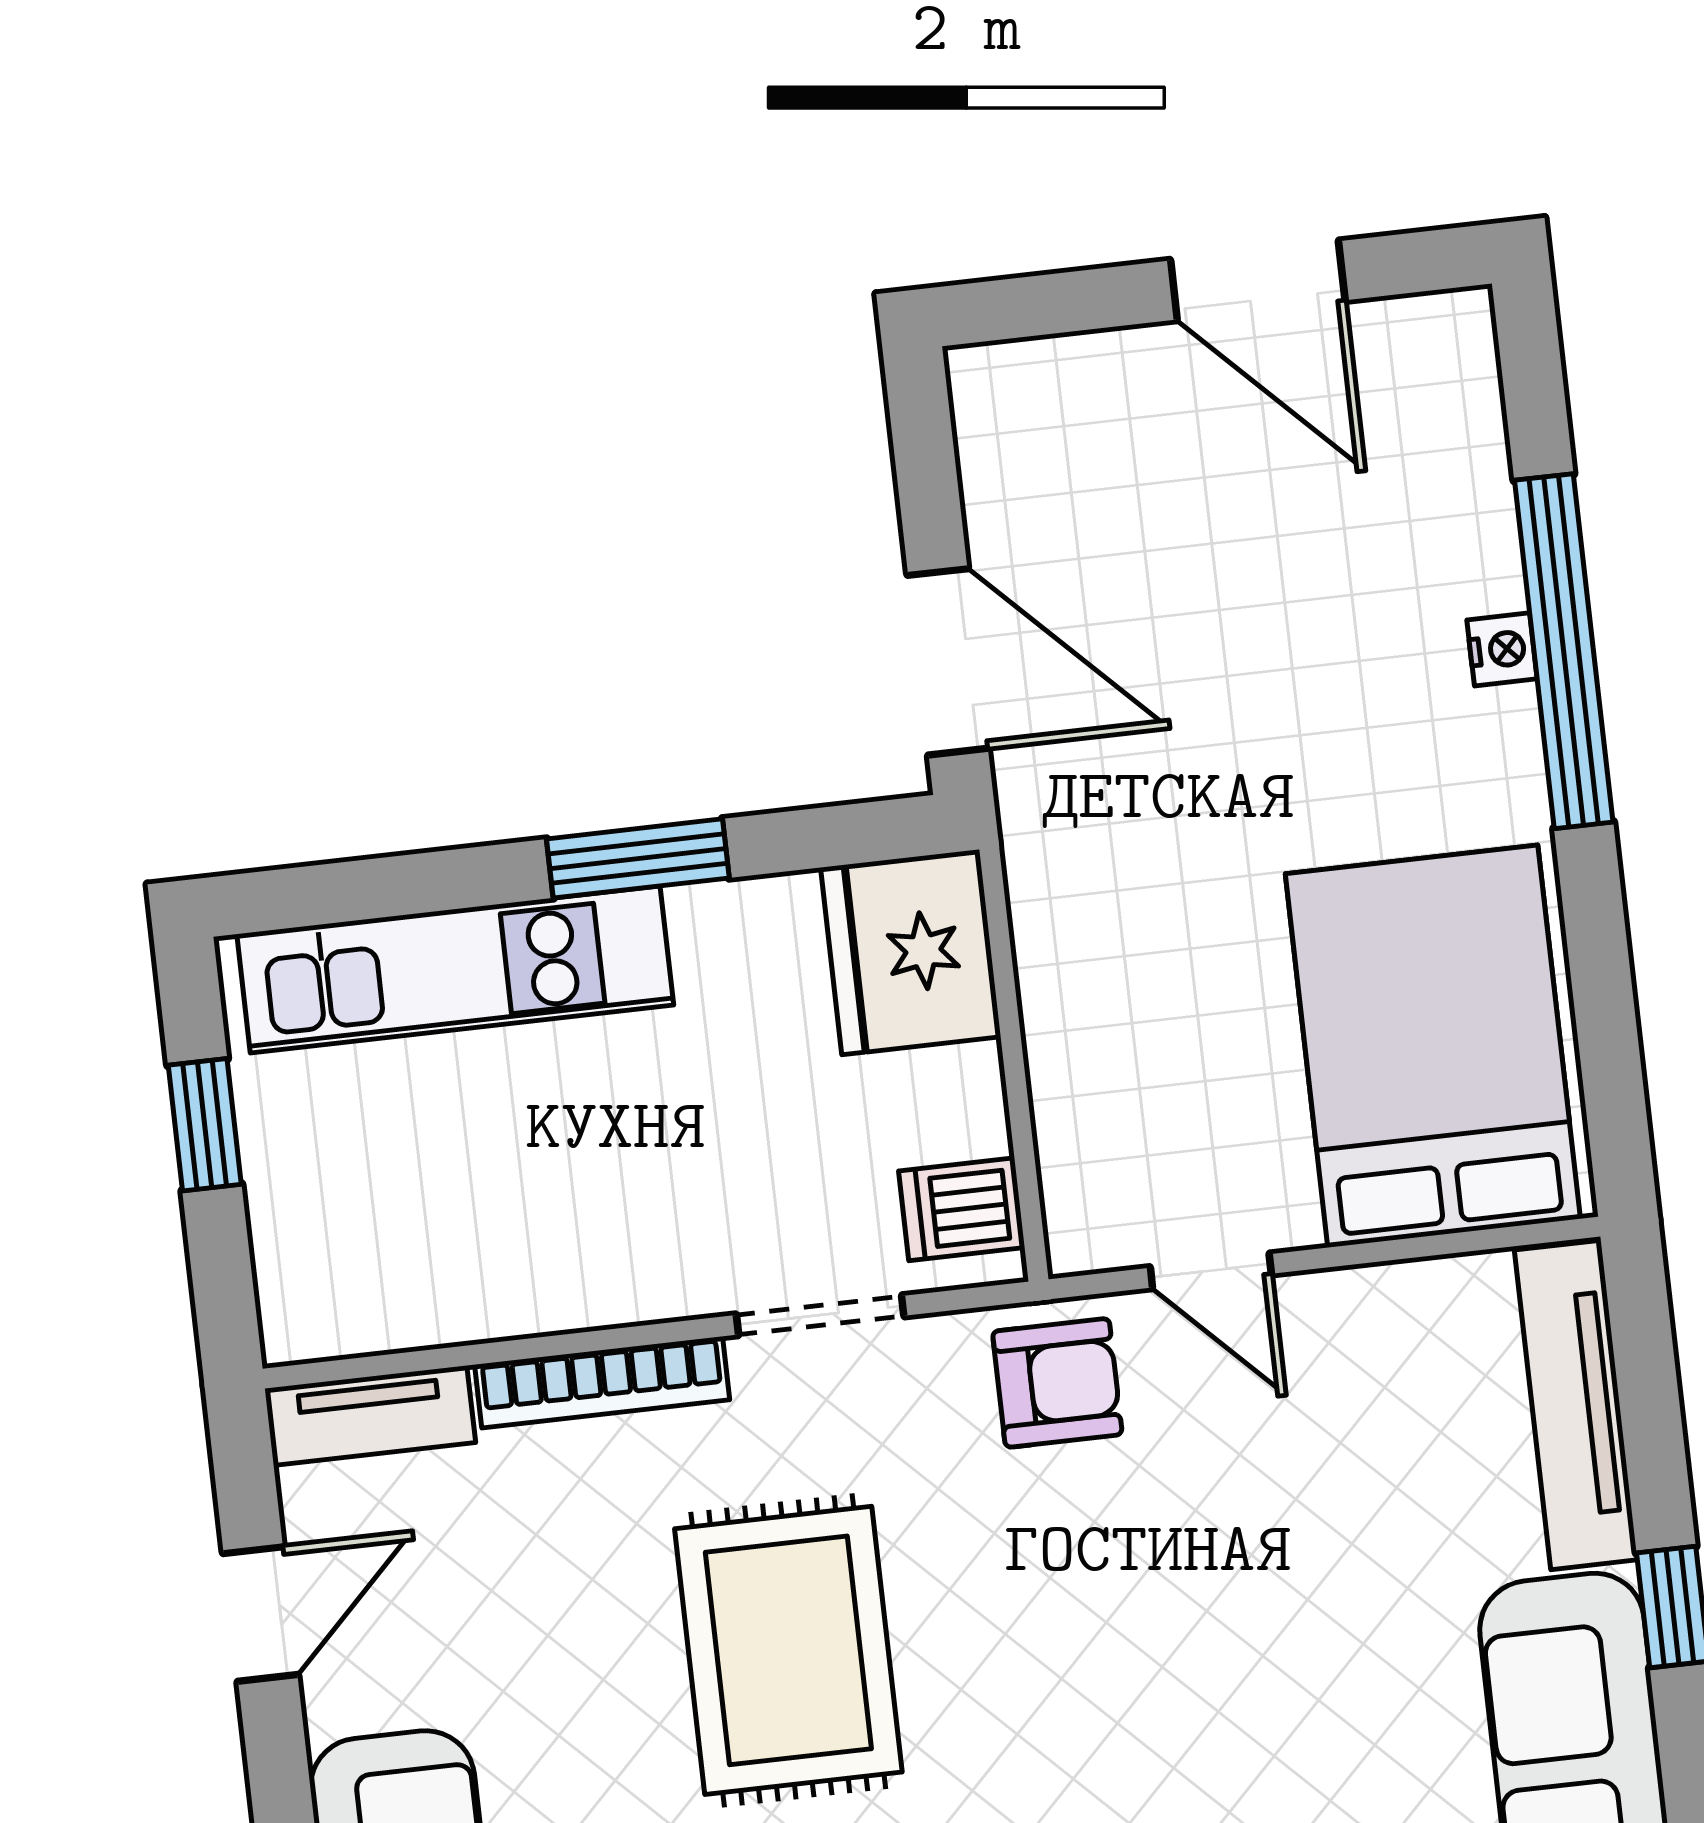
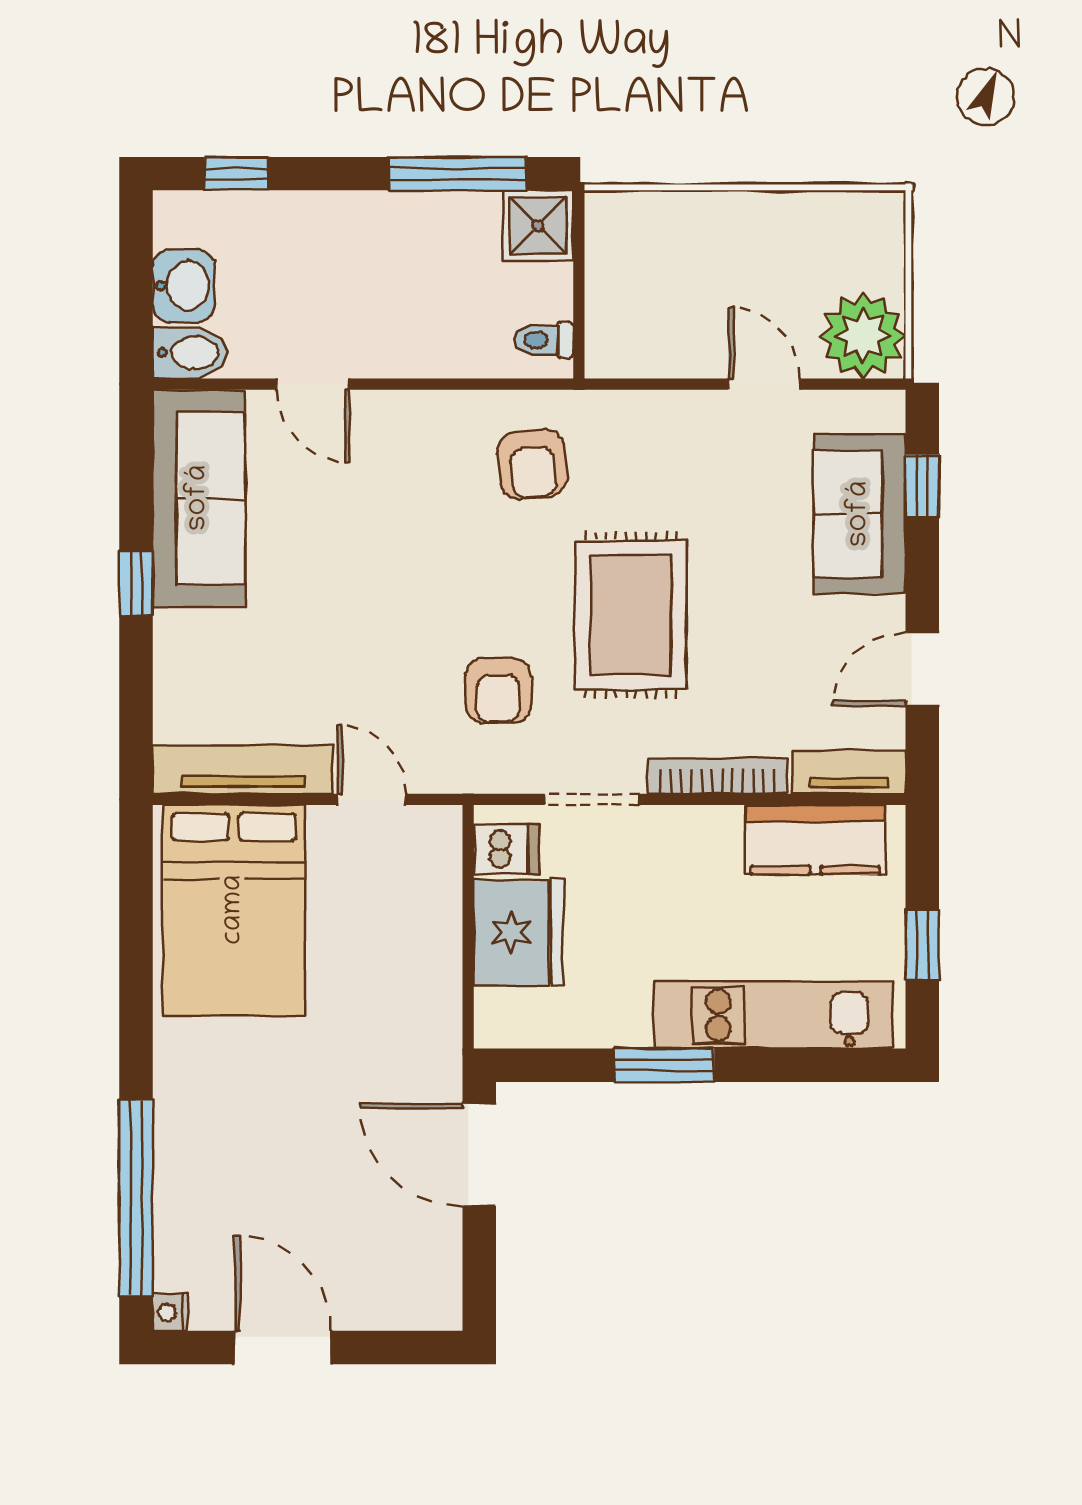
nightstand: (1502, 649) -> (170, 1312), moved
window: (1564, 651) -> (136, 1198), moved
fridge: (911, 952) -> (518, 932), moved
kitchen counter: (415, 1289) -> (815, 840), added
armchair: (1057, 1383) -> (498, 690), moved, turned -90
tv unit: (1576, 1405) -> (243, 769), moved, turned -90

